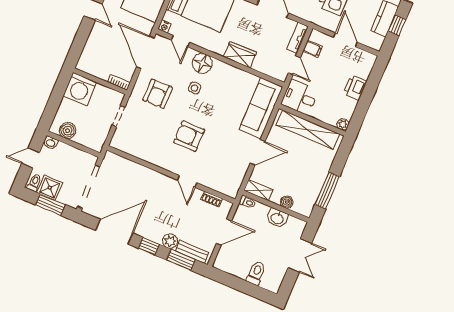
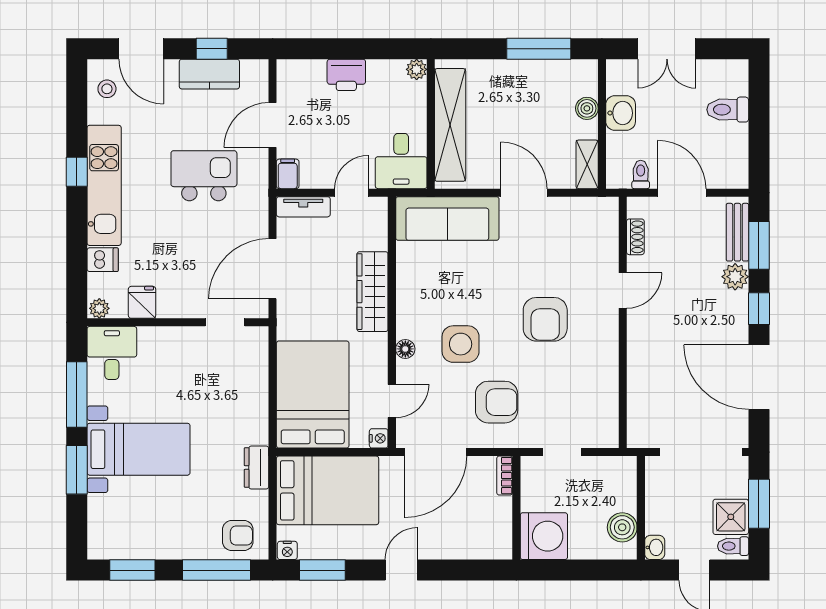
filing cabinet: (312, 49) -> (288, 174), moved
wardrobe: (240, 55) -> (373, 292), width x1.50
floor lamp: (202, 63) -> (405, 349), width x0.53, depth x0.53
side table: (195, 88) -> (461, 344), width x1.87, depth x1.87
toilet: (247, 202) -> (641, 174), moved
double door: (300, 255) -> (667, 49), swing flipped

